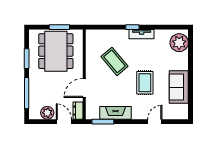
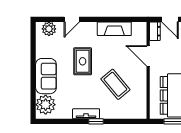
sofa: (179, 87) -> (46, 76), moved
door: (84, 88) -> (148, 56), swing flipped
plant: (176, 113) -> (49, 29), added
window: (103, 122) -> (128, 19), removed

